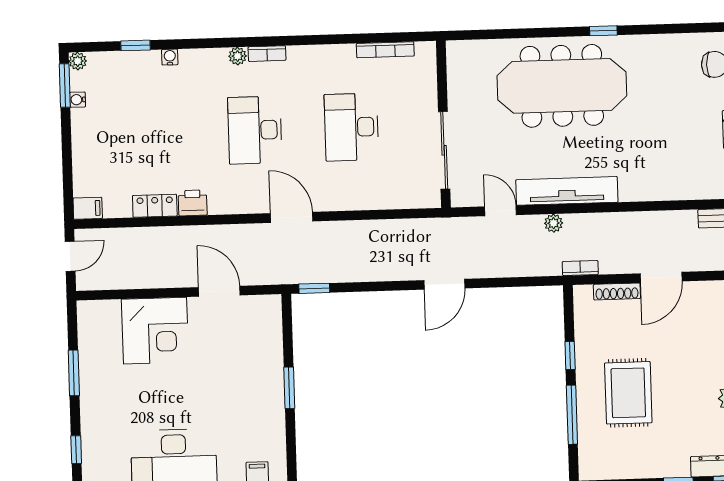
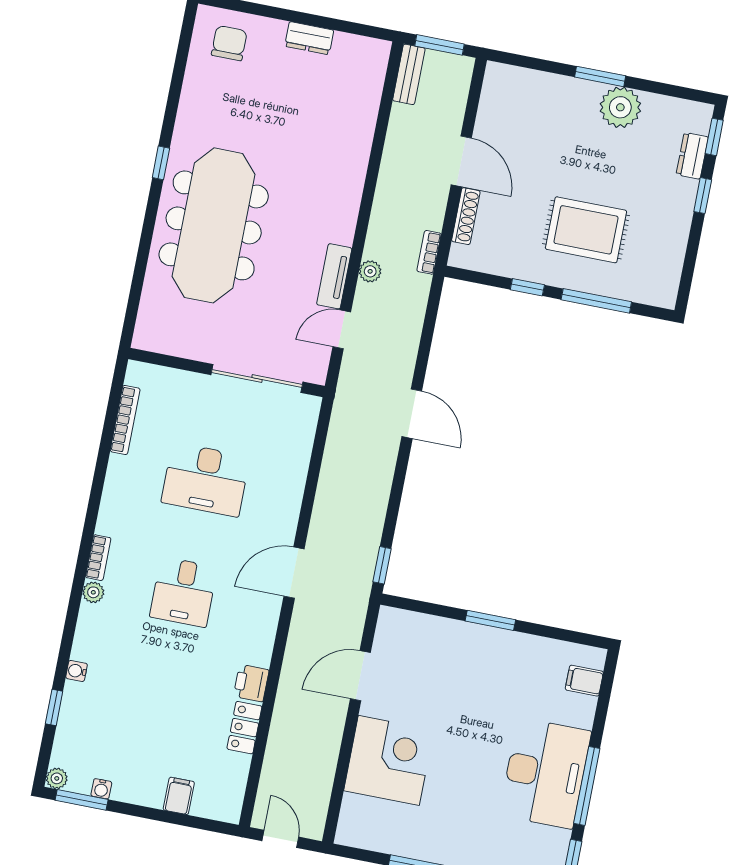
desk: (255, 130) -> (183, 592), width x0.73
tv unit: (567, 191) -> (334, 276), width x0.52, depth x0.78
filing cabinet: (88, 208) -> (179, 796), moved

